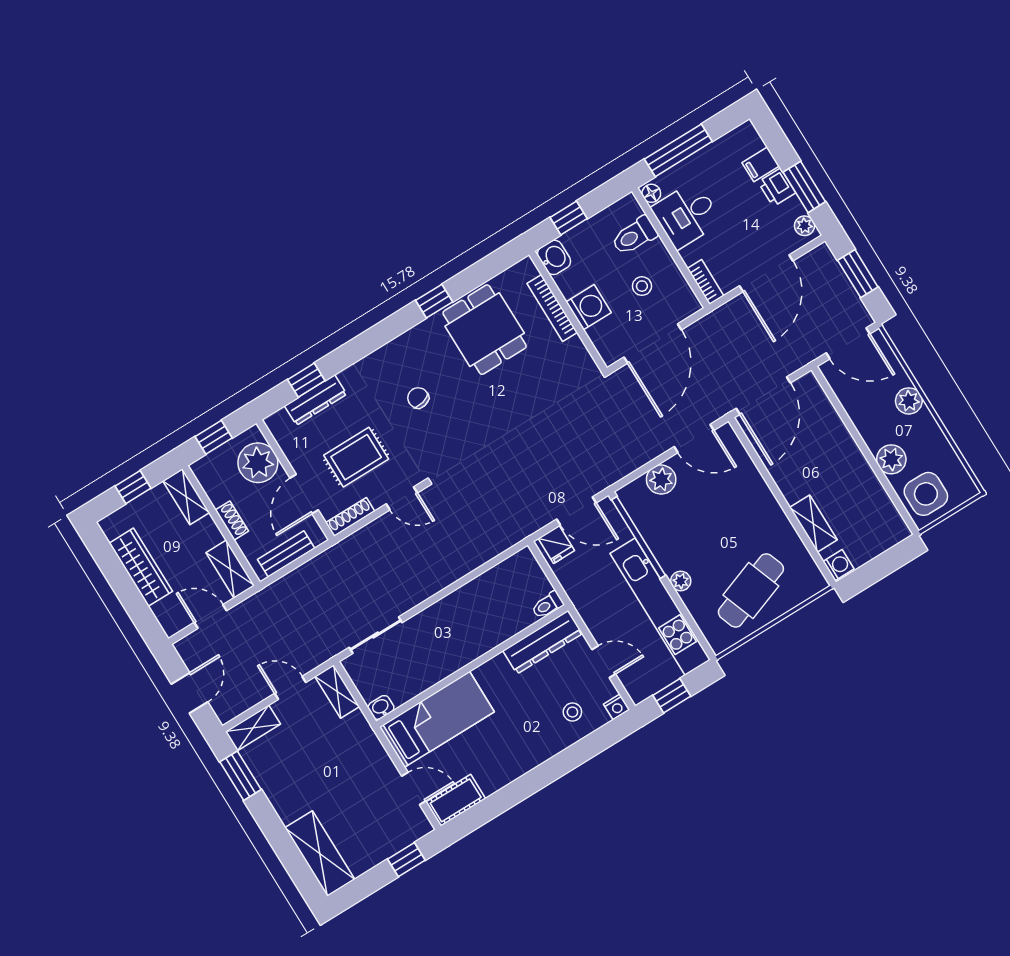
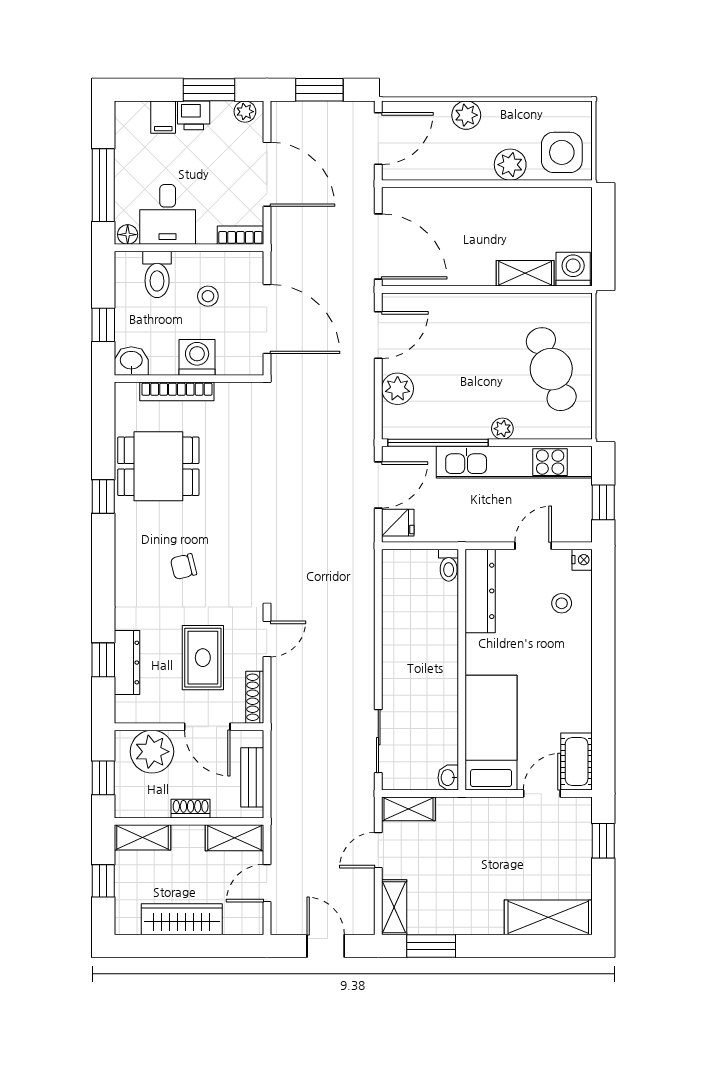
washing machine: (838, 565) -> (573, 269), width x1.38, depth x1.38

